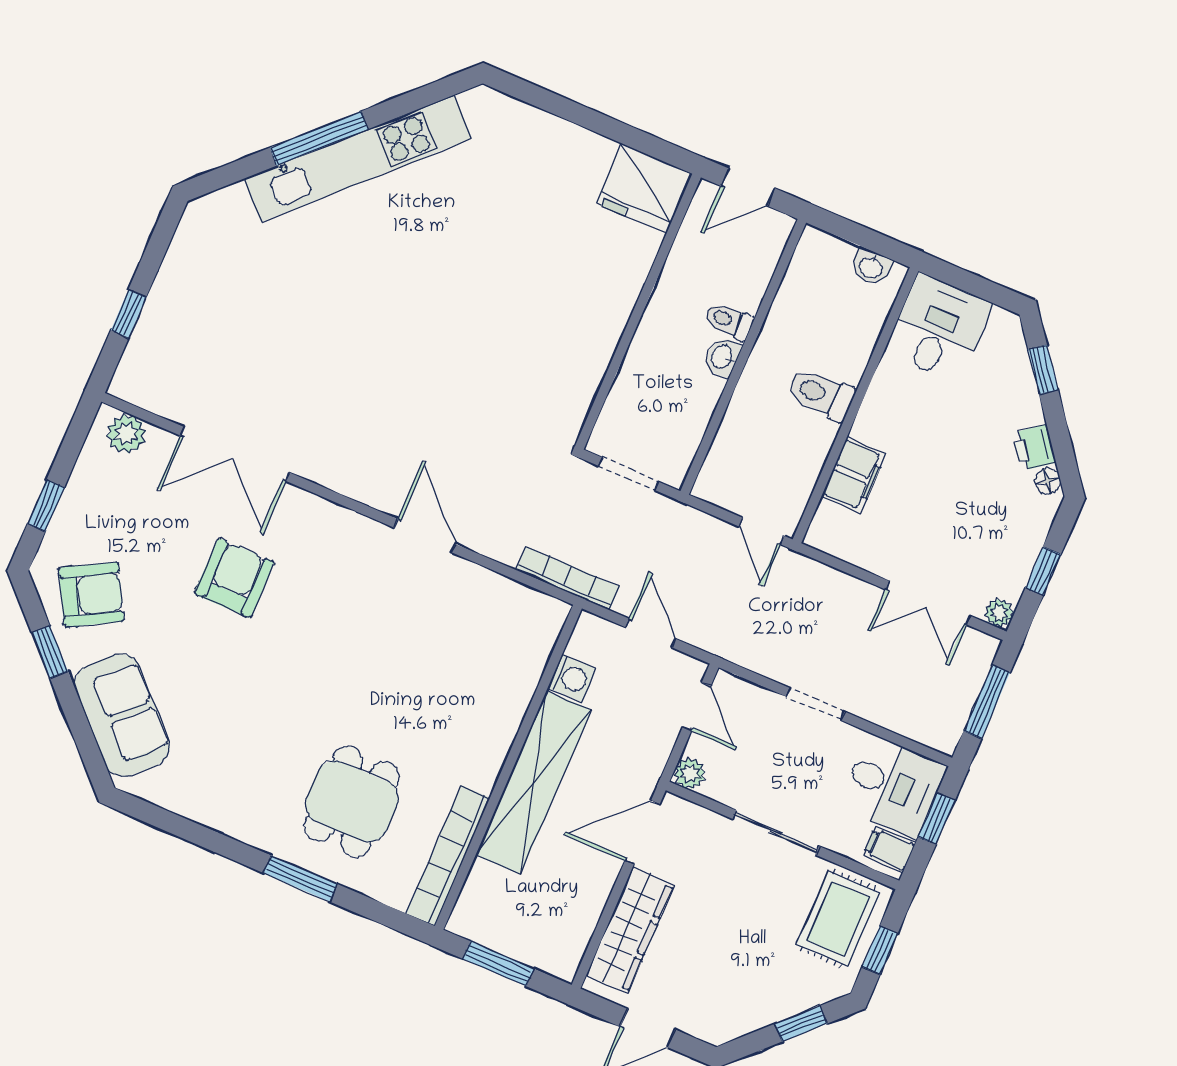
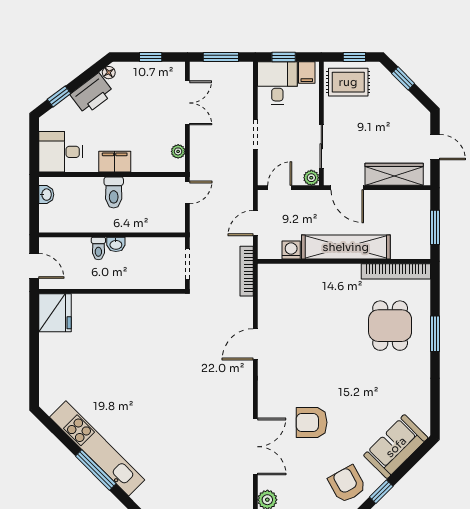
printer: (1034, 448) -> (92, 94), width x1.87, depth x1.48
filing cabinet: (854, 475) -> (115, 162), moved
plant: (999, 613) -> (178, 151), moved
dining table: (352, 802) -> (390, 326), turned 90
sliding door: (776, 832) -> (321, 146), moved

